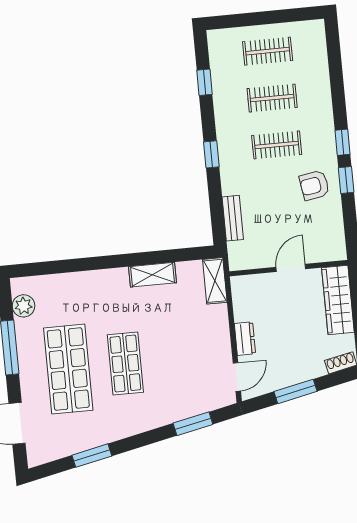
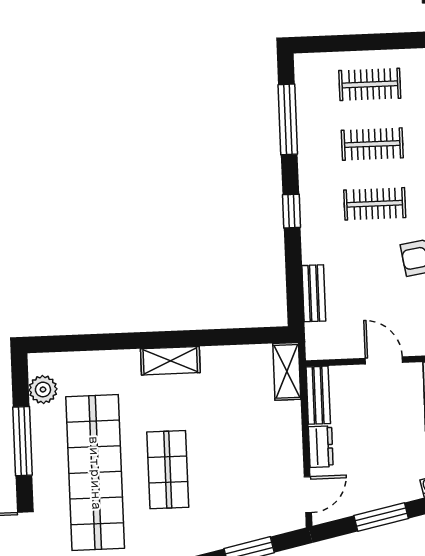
window: (205, 82) -> (288, 119), width x2.17
door: (291, 268) -> (384, 360), hinge flipped
shelving: (152, 275) -> (170, 361), moved
bench: (241, 298) -> (318, 395), added
shop shelf: (68, 369) -> (95, 473), width x1.40

